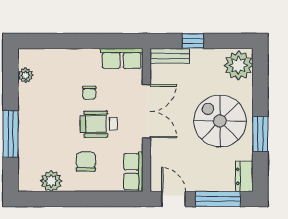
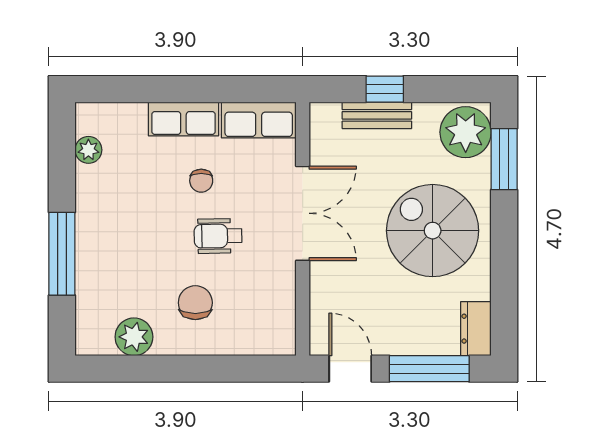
bench: (170, 56) -> (377, 115), moved
wheelchair: (99, 124) -> (218, 236), width x0.73, depth x0.73
window: (260, 134) -> (504, 159), moved
row of seats: (133, 172) -> (183, 119), moved, turned -90

